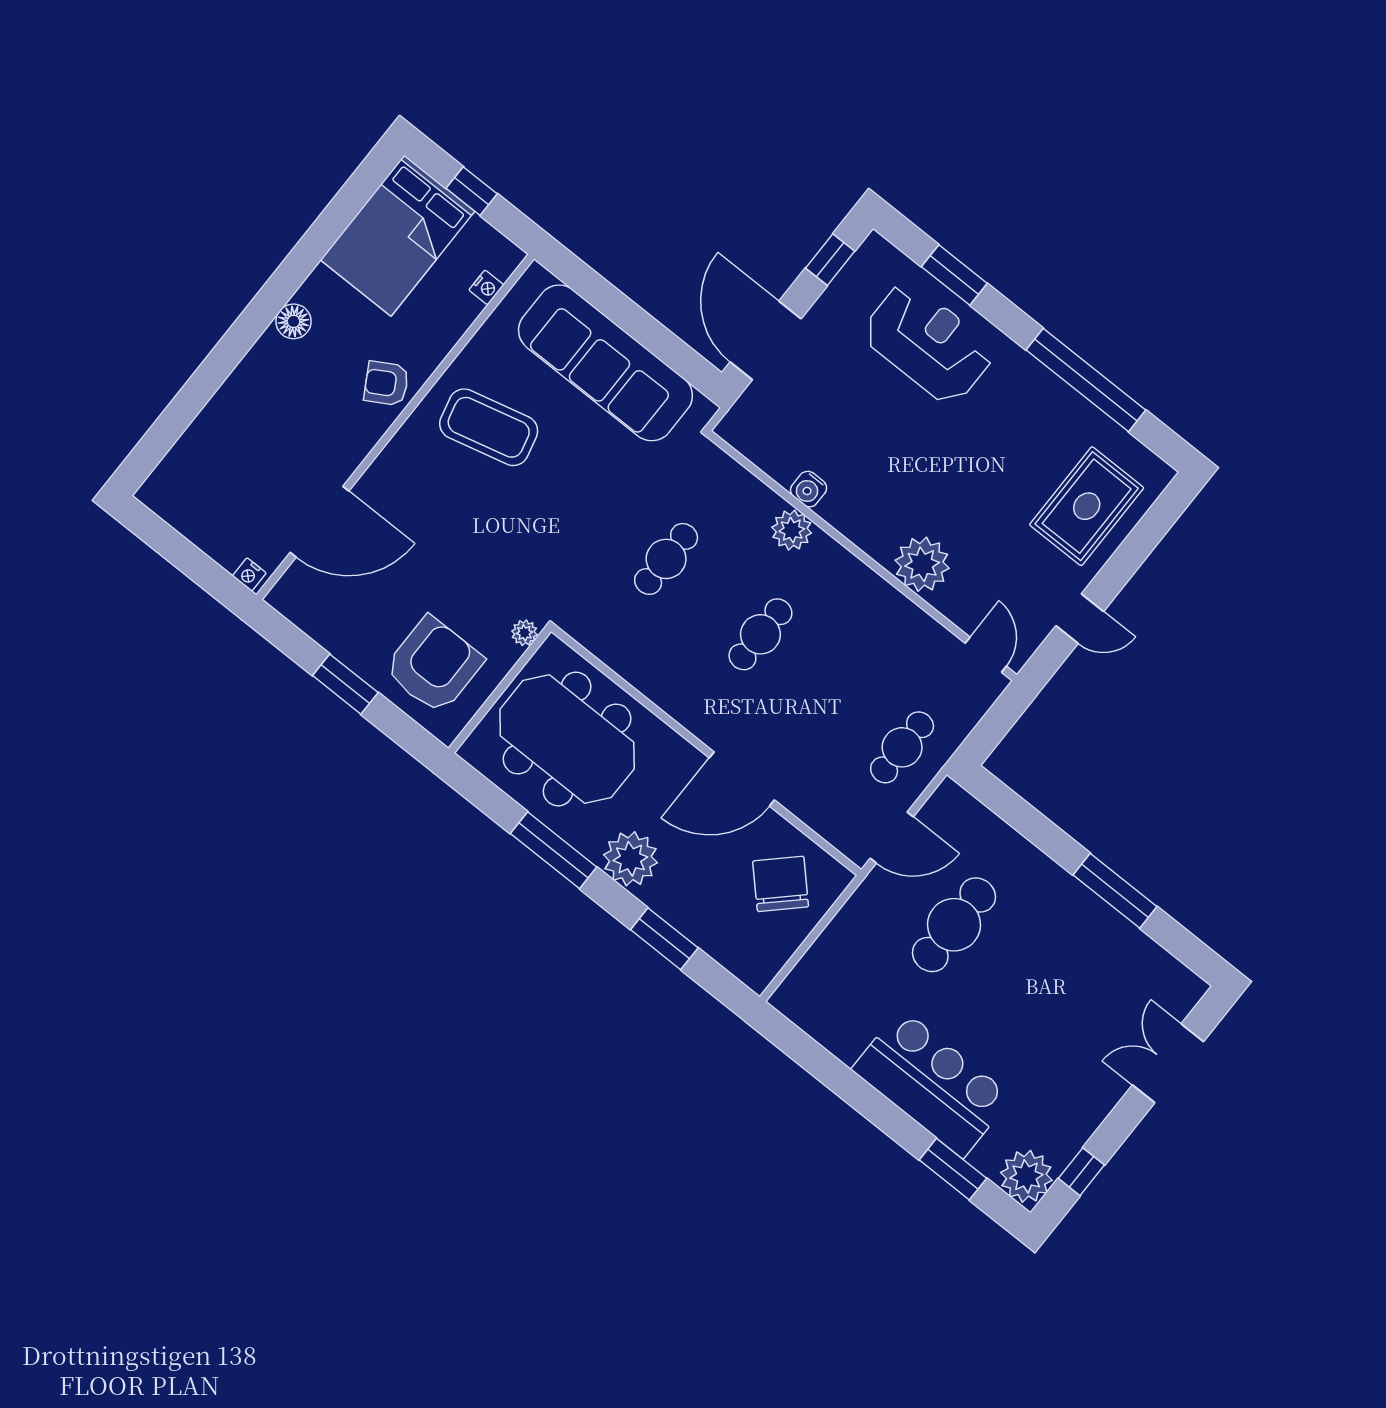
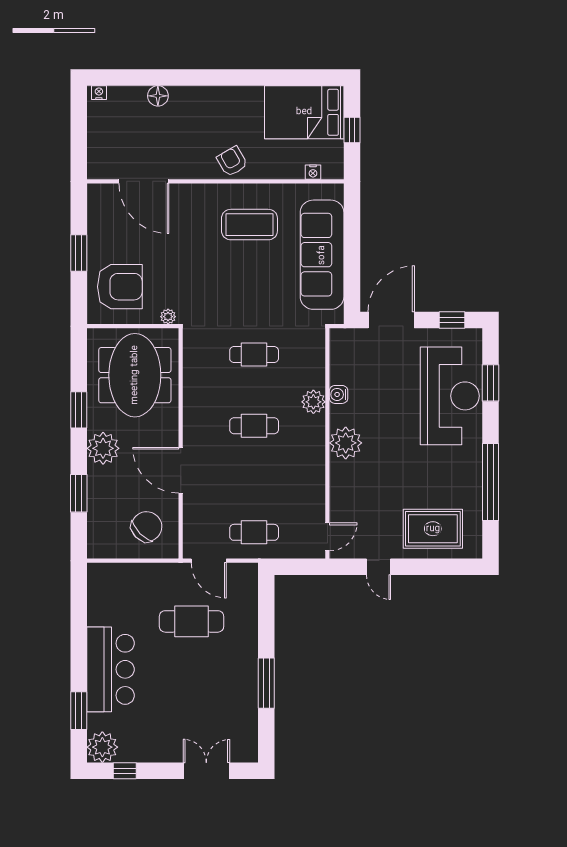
floor lamp: (293, 321) -> (158, 96), moved
reception desk: (928, 343) -> (450, 396), width x1.36, depth x1.30
coffee table: (489, 427) -> (249, 225), turned -76
plant: (922, 564) -> (346, 443), moved
nightstand: (249, 574) -> (99, 93), moved, turned 90
window: (554, 850) -> (79, 410), width x0.69

